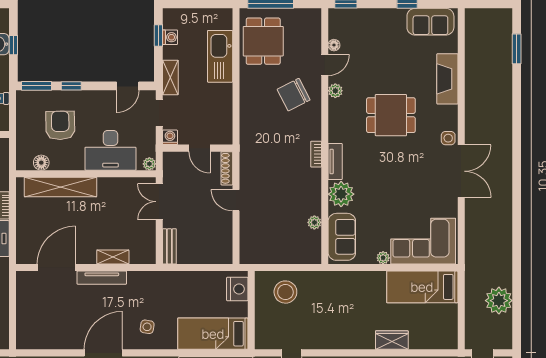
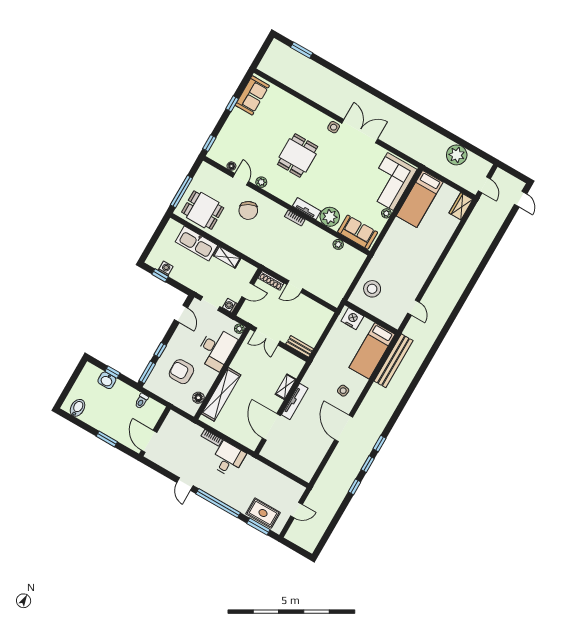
shelving: (170, 77) -> (227, 257), moved
fireplace: (447, 79) -> (295, 106), removed
wardrobe: (392, 340) -> (461, 206), moved

